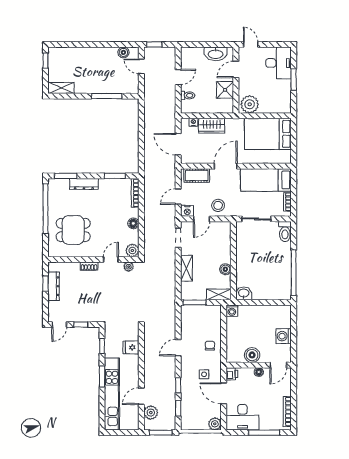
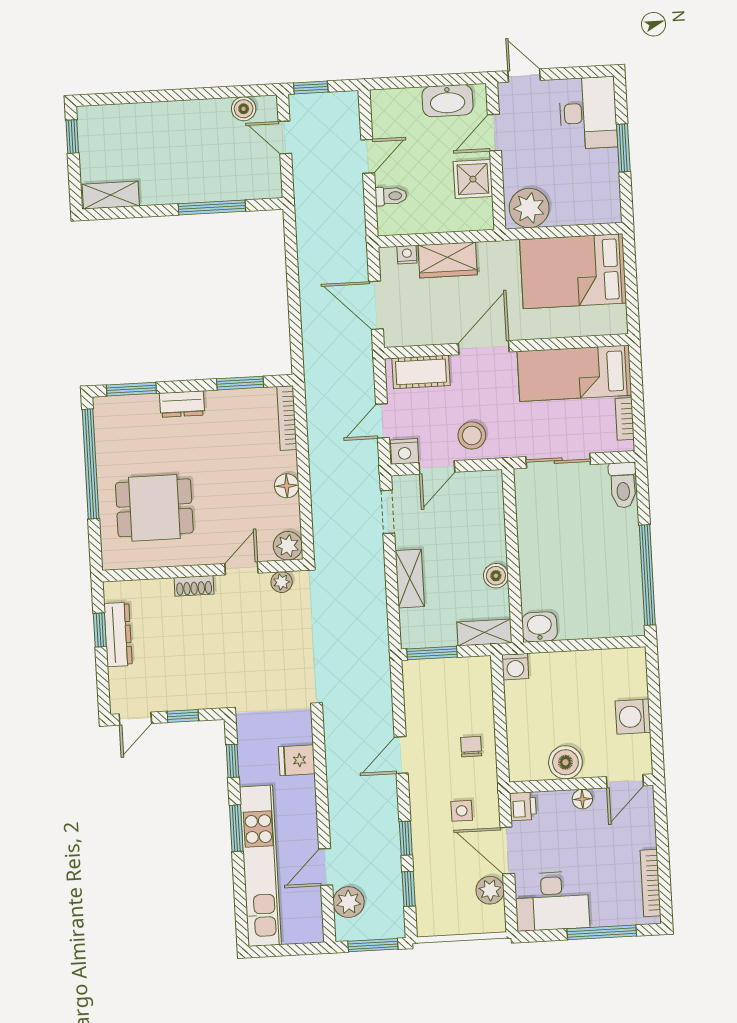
dresser: (84, 184) -> (182, 404), width x0.70
plant: (215, 424) -> (490, 890), moved

